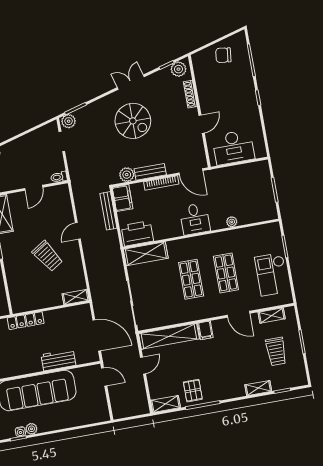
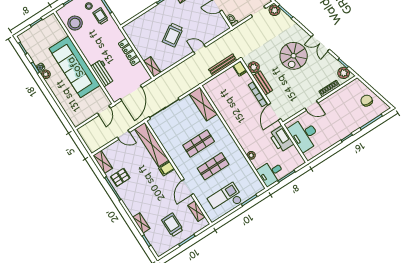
double door: (131, 82) -> (320, 43), swing flipped
filing cabinet: (123, 198) -> (240, 69), width x0.50
desk: (195, 219) -> (271, 173), moved
printer: (137, 233) -> (281, 139), moved, turned 180
locker: (26, 321) -> (129, 52), moved
trolley: (276, 351) -> (172, 225), turned 90

